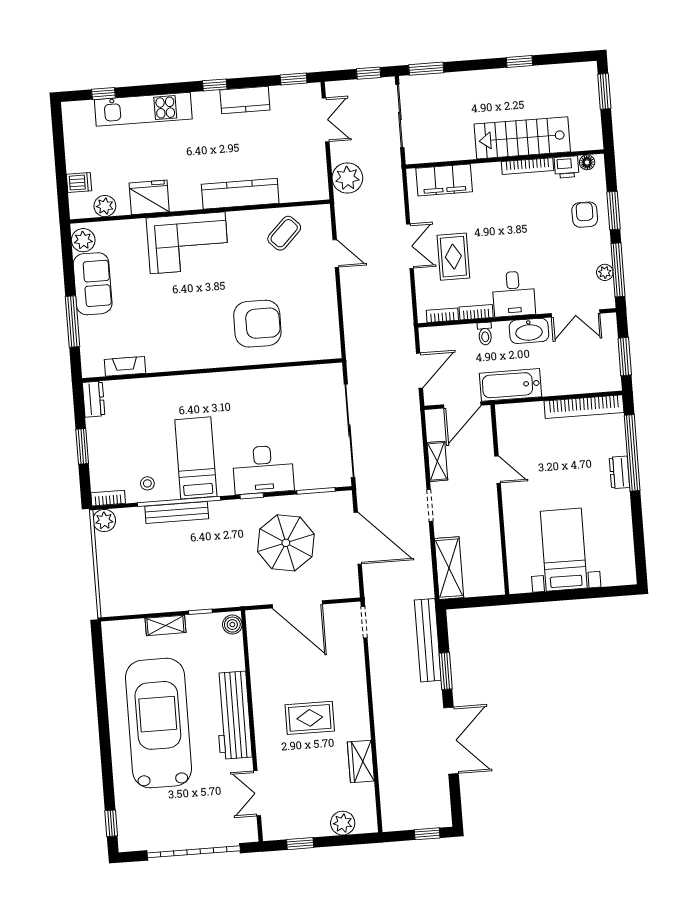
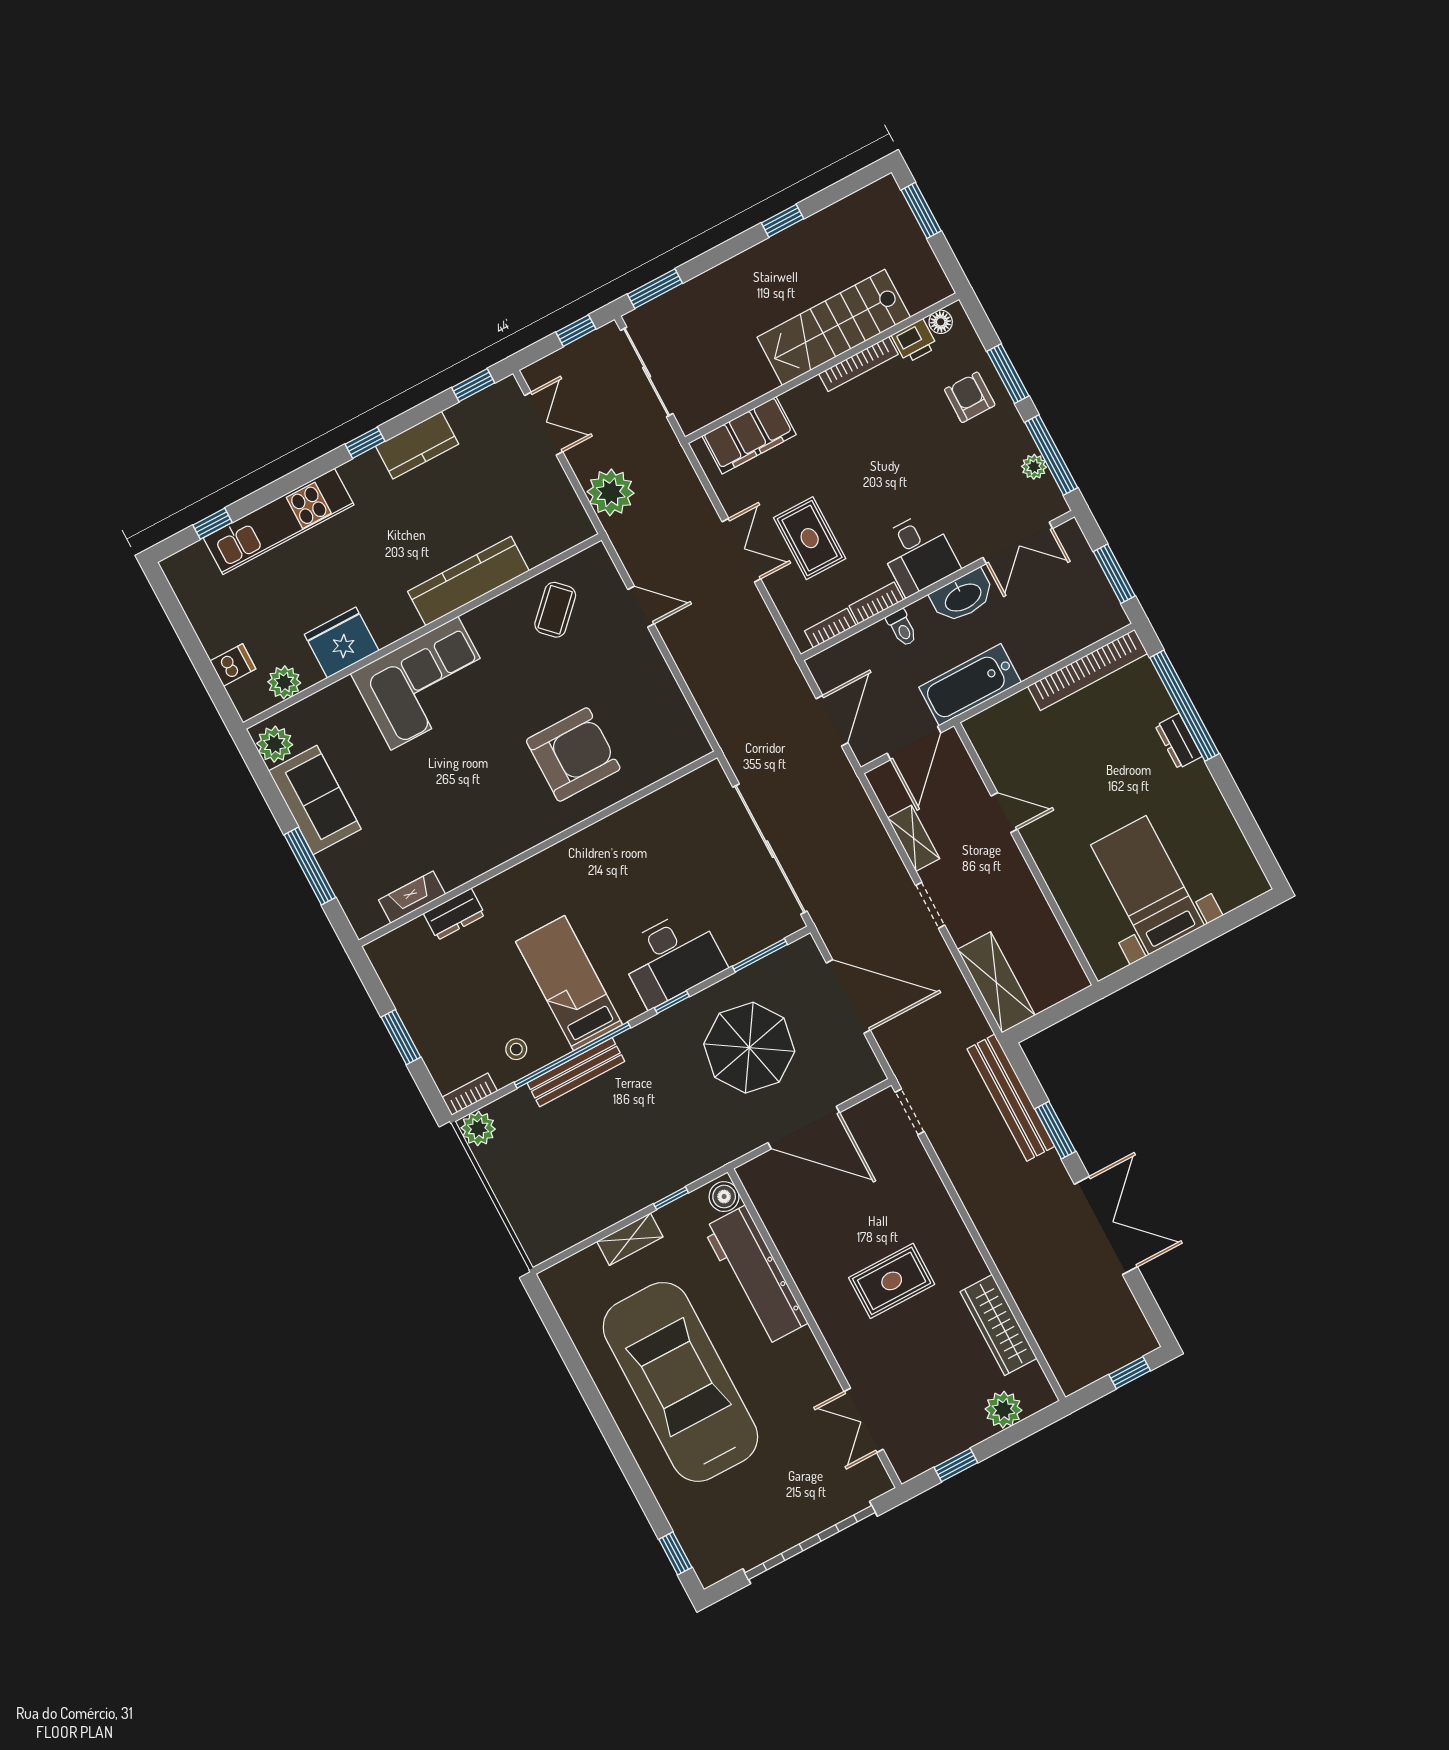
dresser: (94, 399) -> (454, 914), moved, turned 90
workbench: (233, 715) -> (755, 1276), moved
wardrobe: (361, 761) -> (999, 1325), width x1.50

